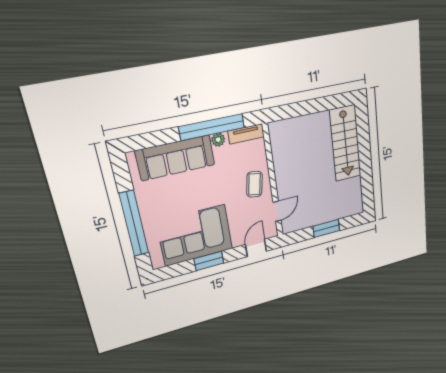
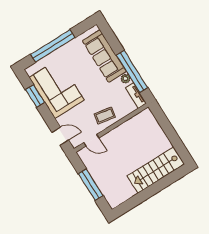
window: (326, 228) -> (91, 185), width x1.44
window: (209, 261) -> (35, 96), moved

